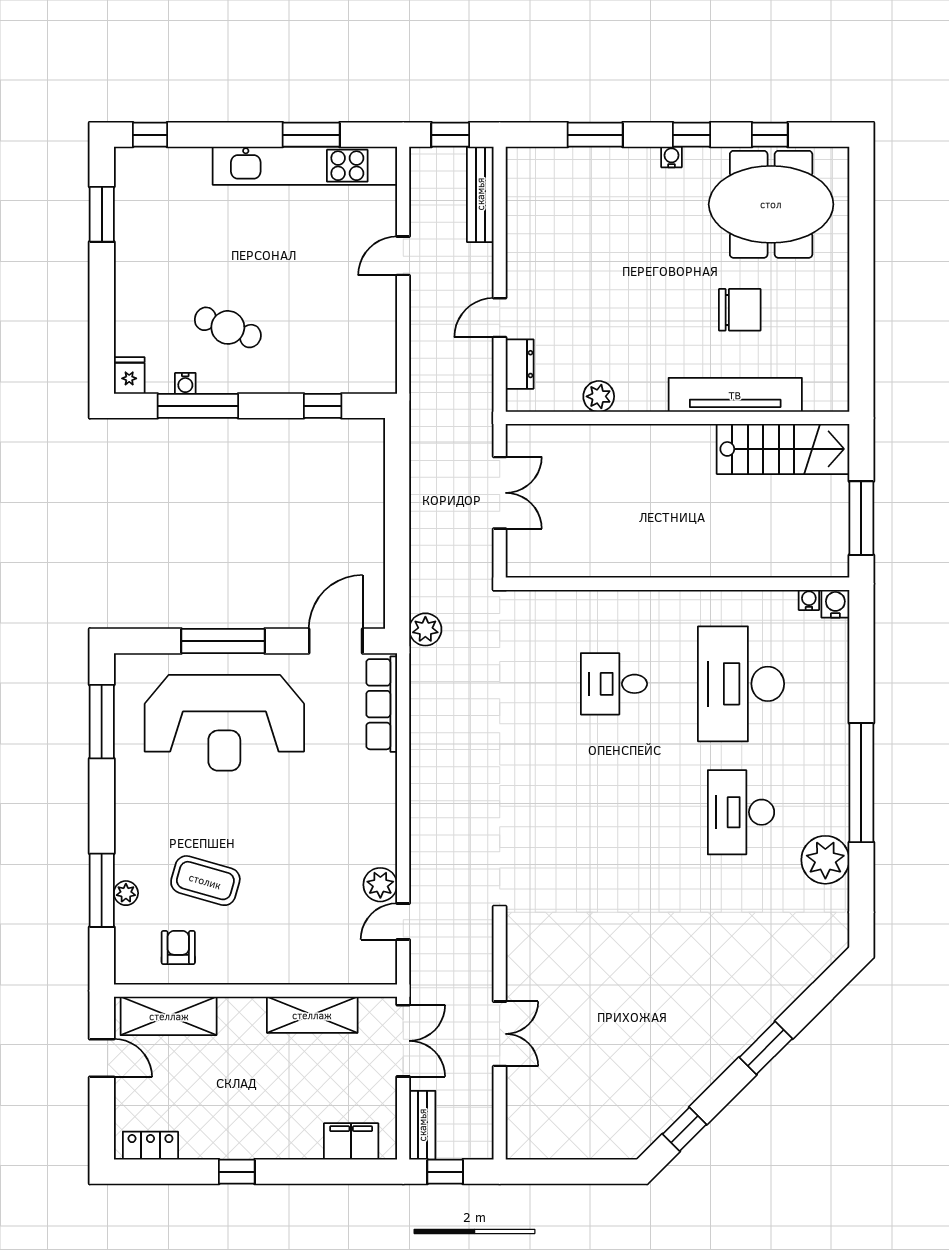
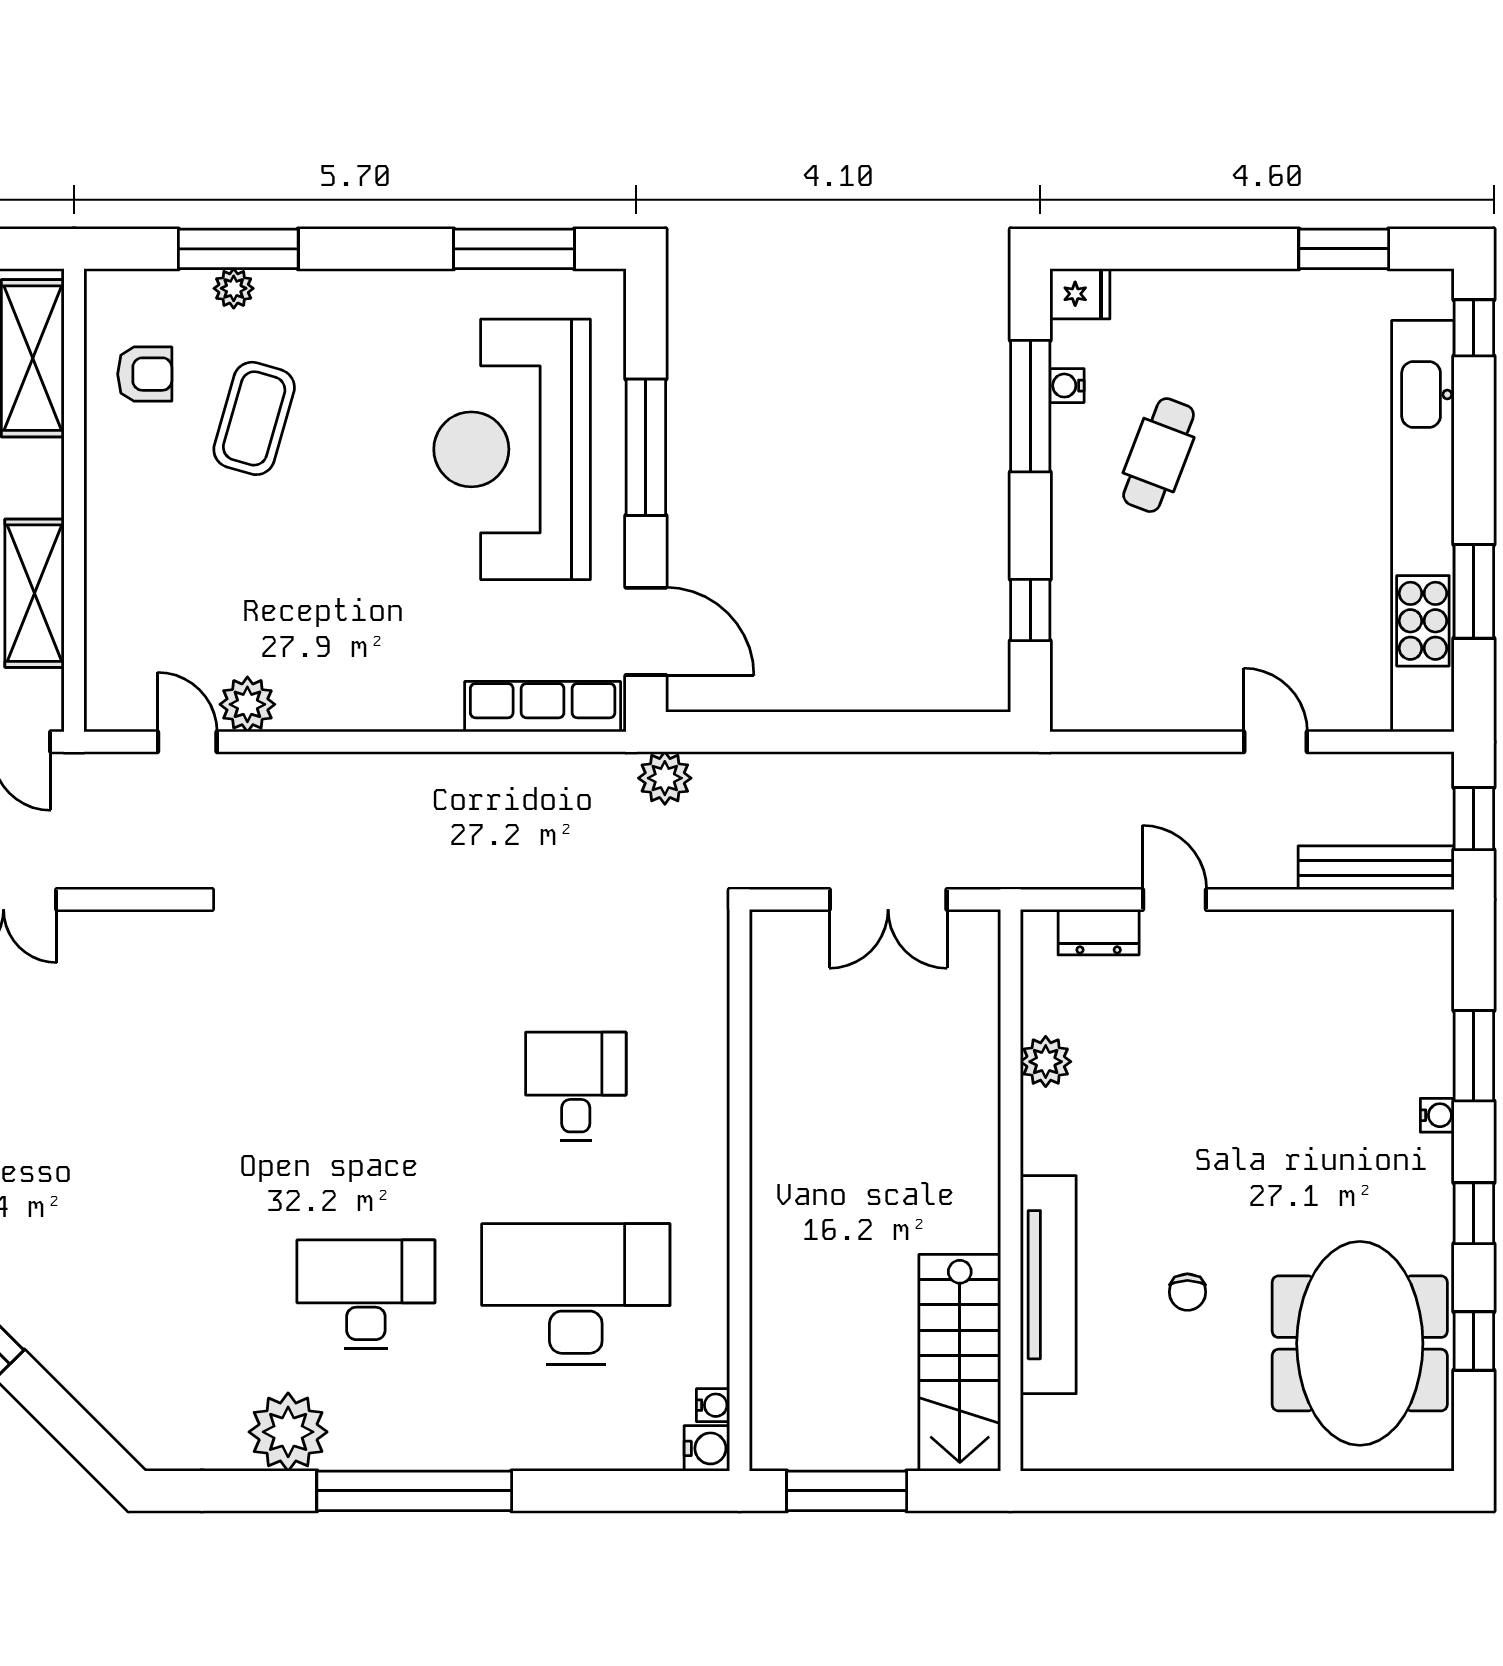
water cooler: (671, 157) -> (1437, 1115), moved
kitchen unit: (305, 166) -> (1423, 526), width x1.36
chair: (740, 310) -> (1187, 1292), width x0.54, depth x0.54

